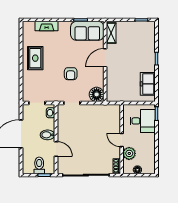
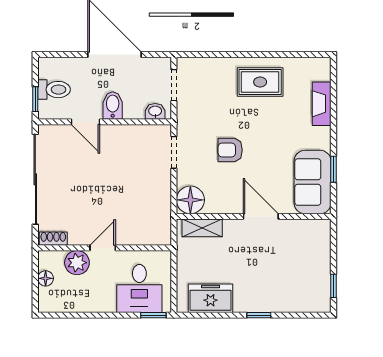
shelving: (111, 33) -> (202, 228), moved
door: (56, 149) -> (85, 122), hinge flipped

